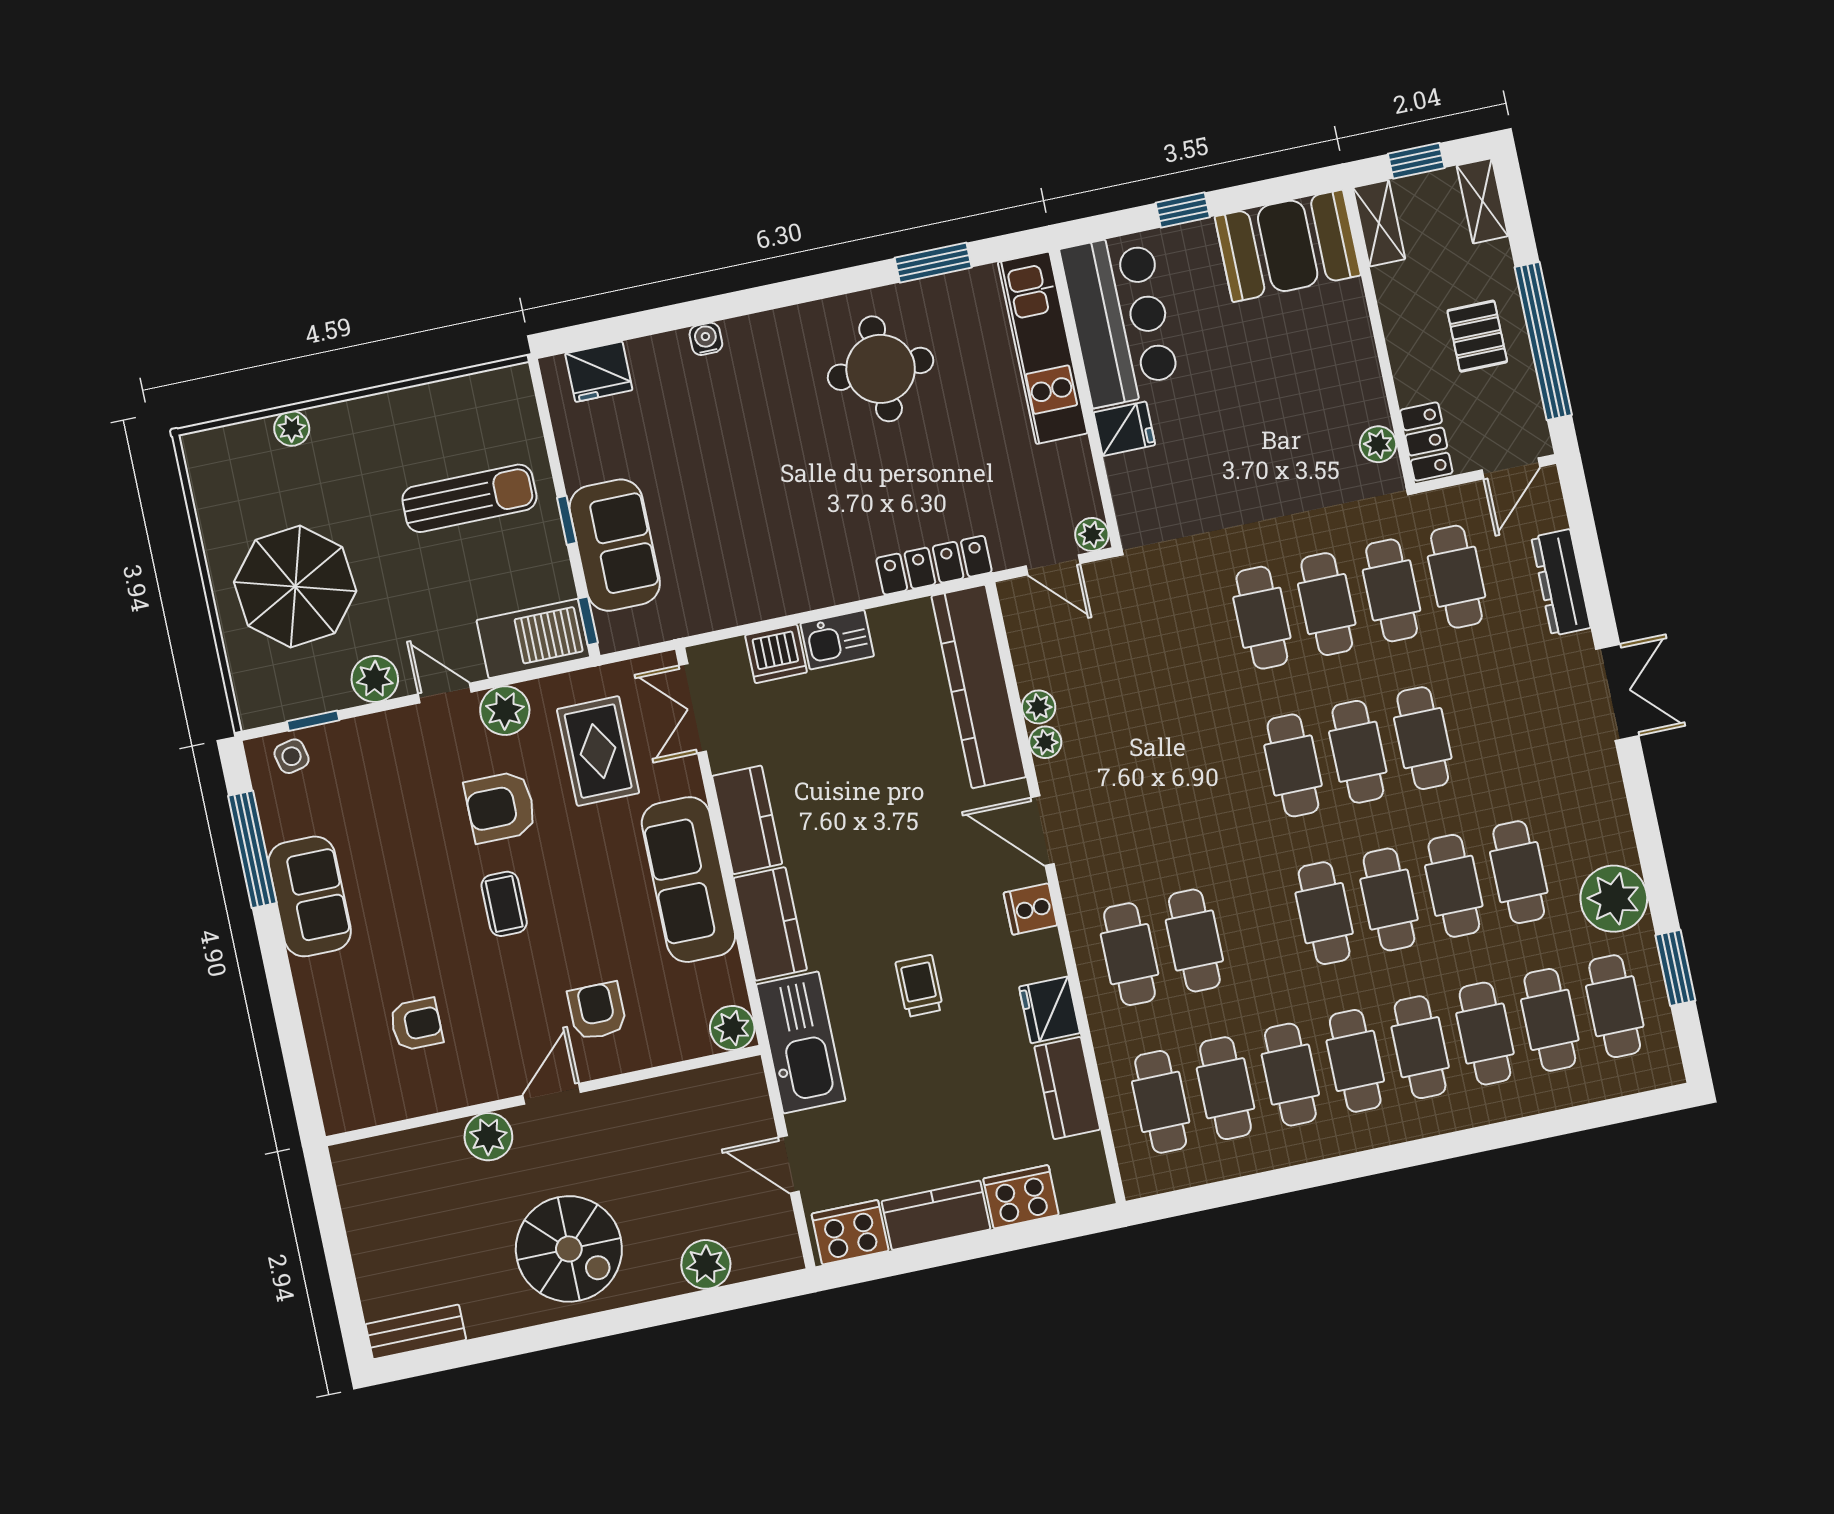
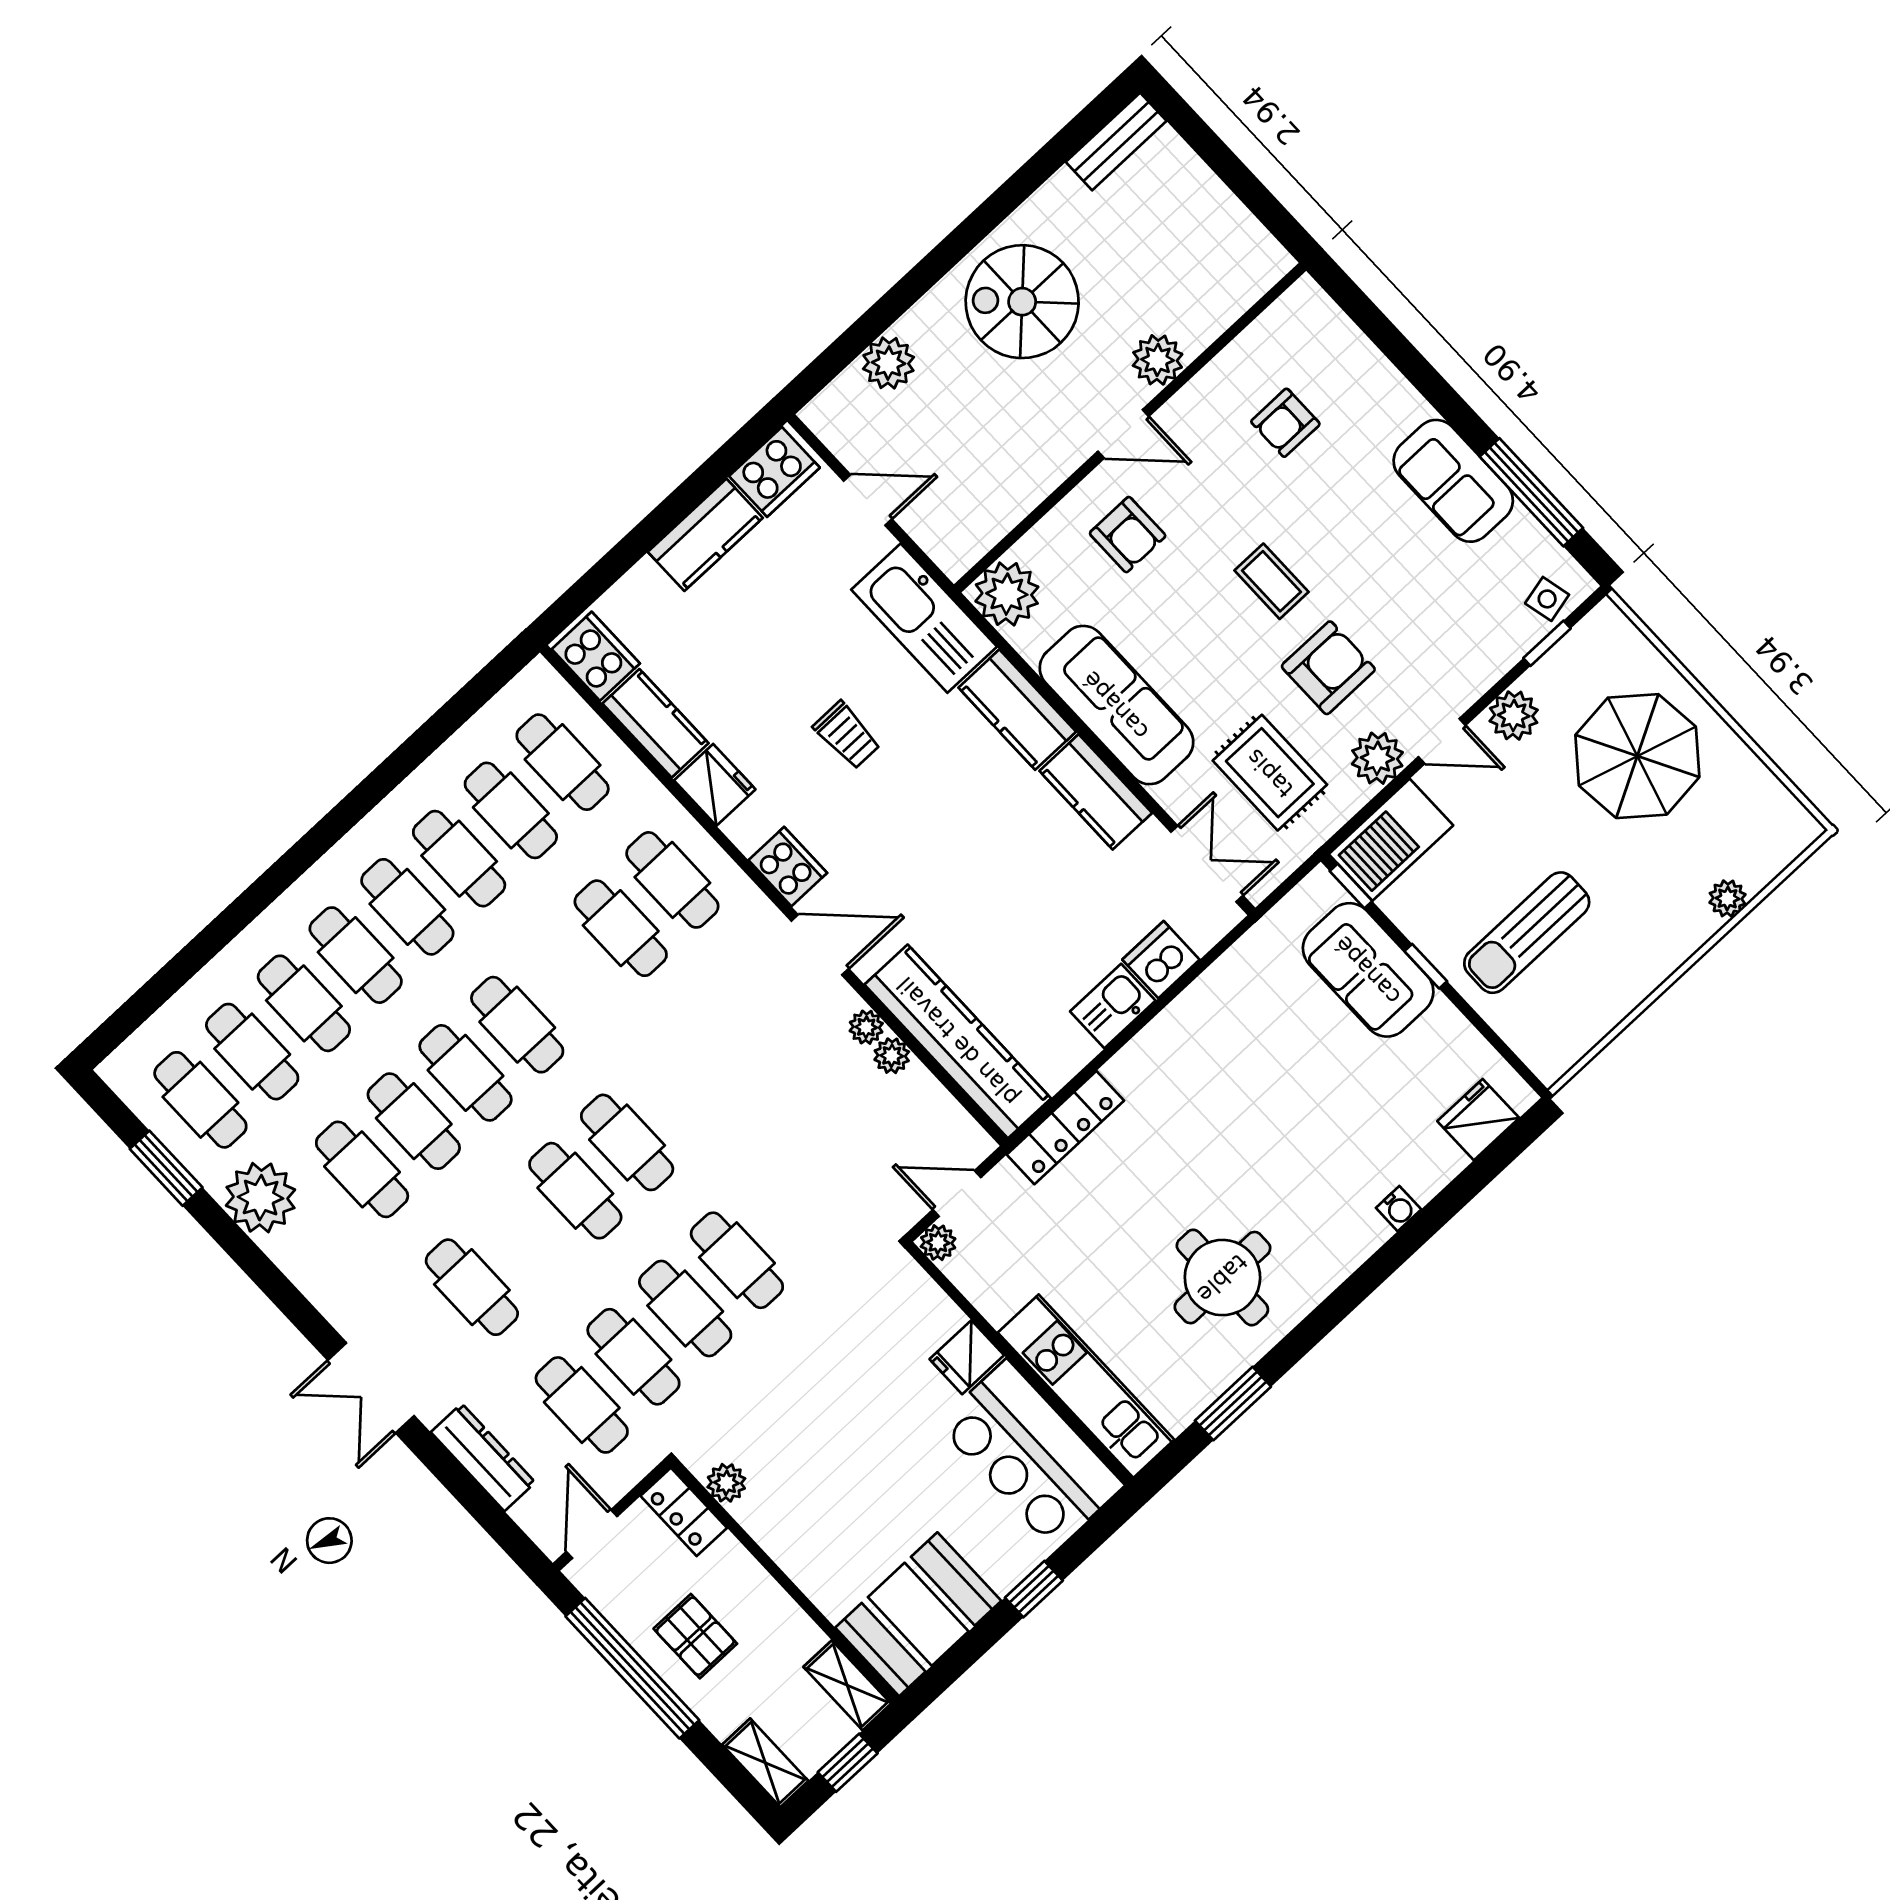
cafe table: (1423, 738) -> (472, 1287), moved
cooker: (1030, 909) -> (788, 867), width x1.36
plant: (732, 1028) -> (1007, 594), width x1.36, depth x1.36
door: (552, 1094) -> (1123, 434), hinge flipped
cooker: (1021, 1197) -> (596, 656), moved, turned -90

